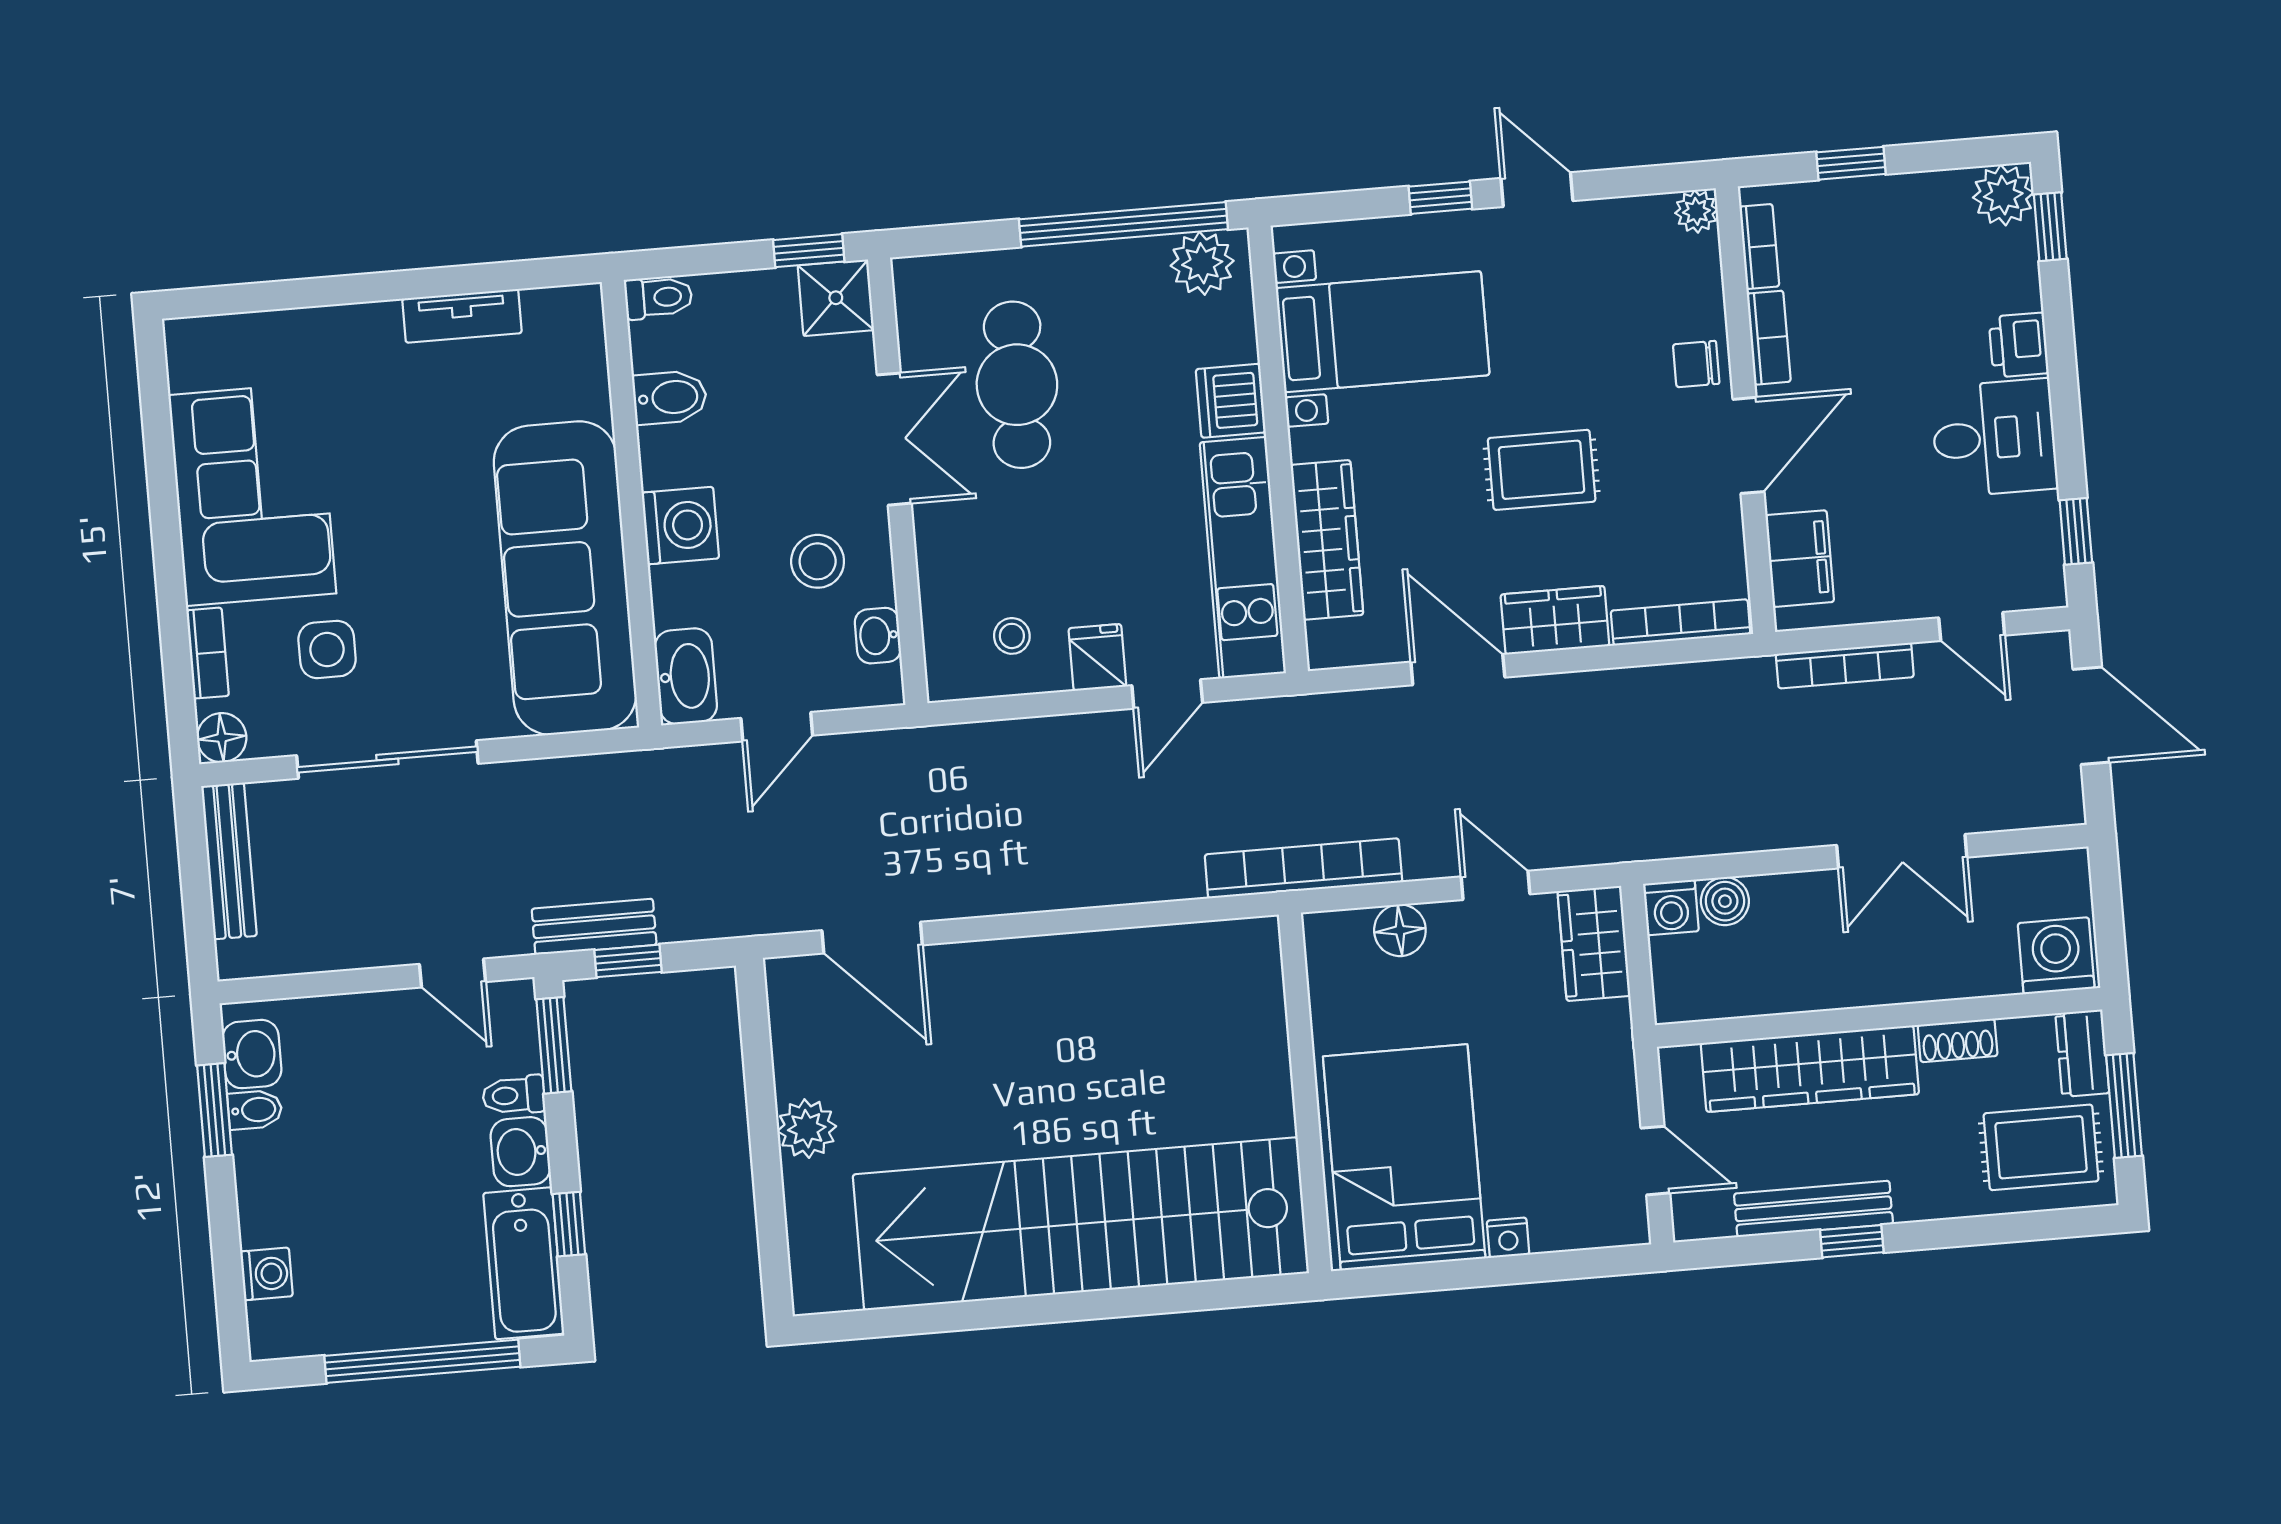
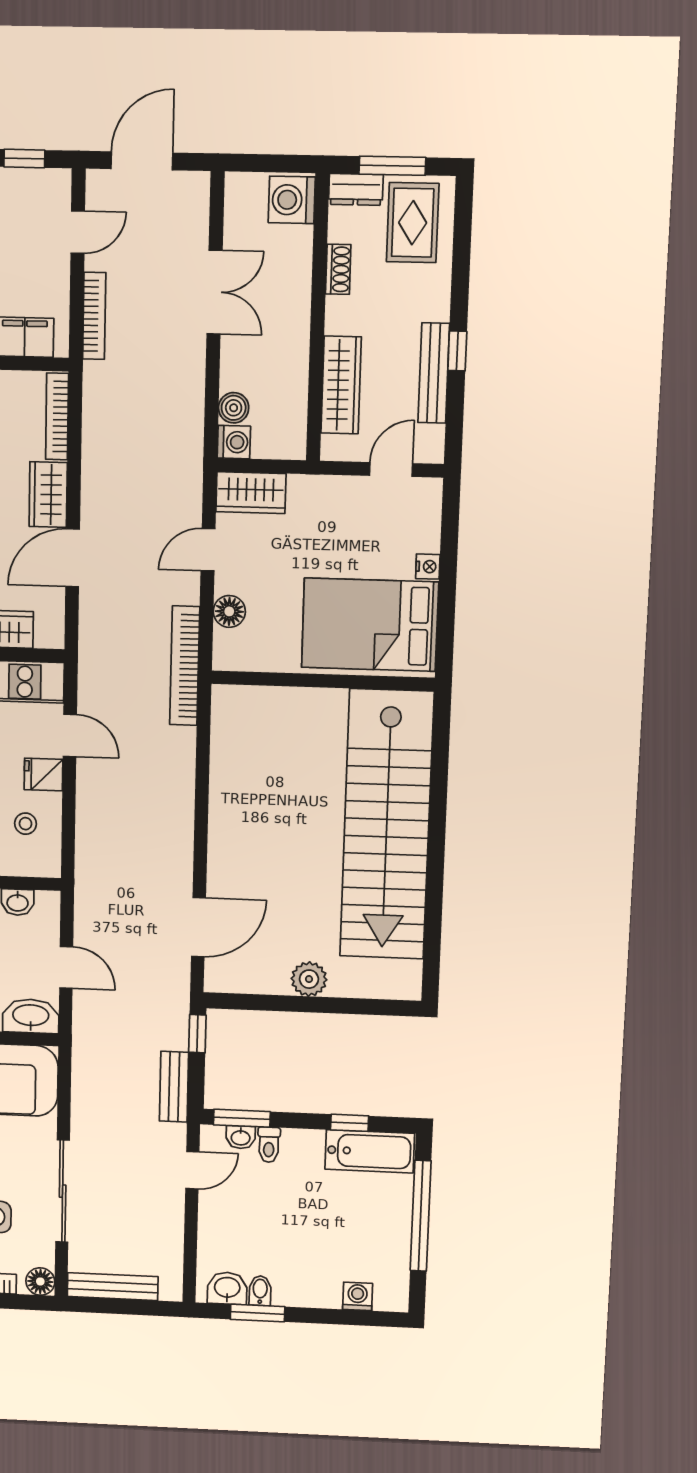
window: (628, 961) -> (197, 1034), moved
wardrobe: (1810, 1069) -> (341, 385), width x0.71, depth x0.85
washbasin: (521, 1152) -> (241, 1137), moved, width x0.72, depth x0.69

